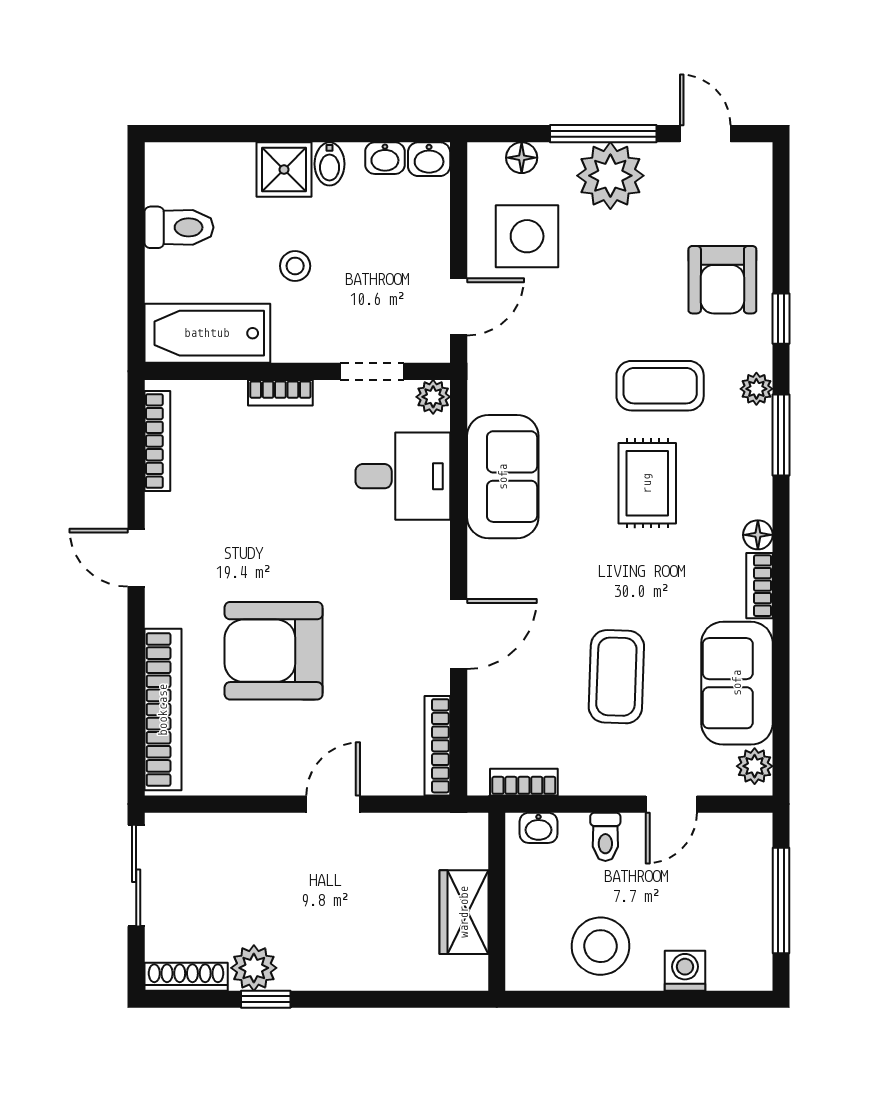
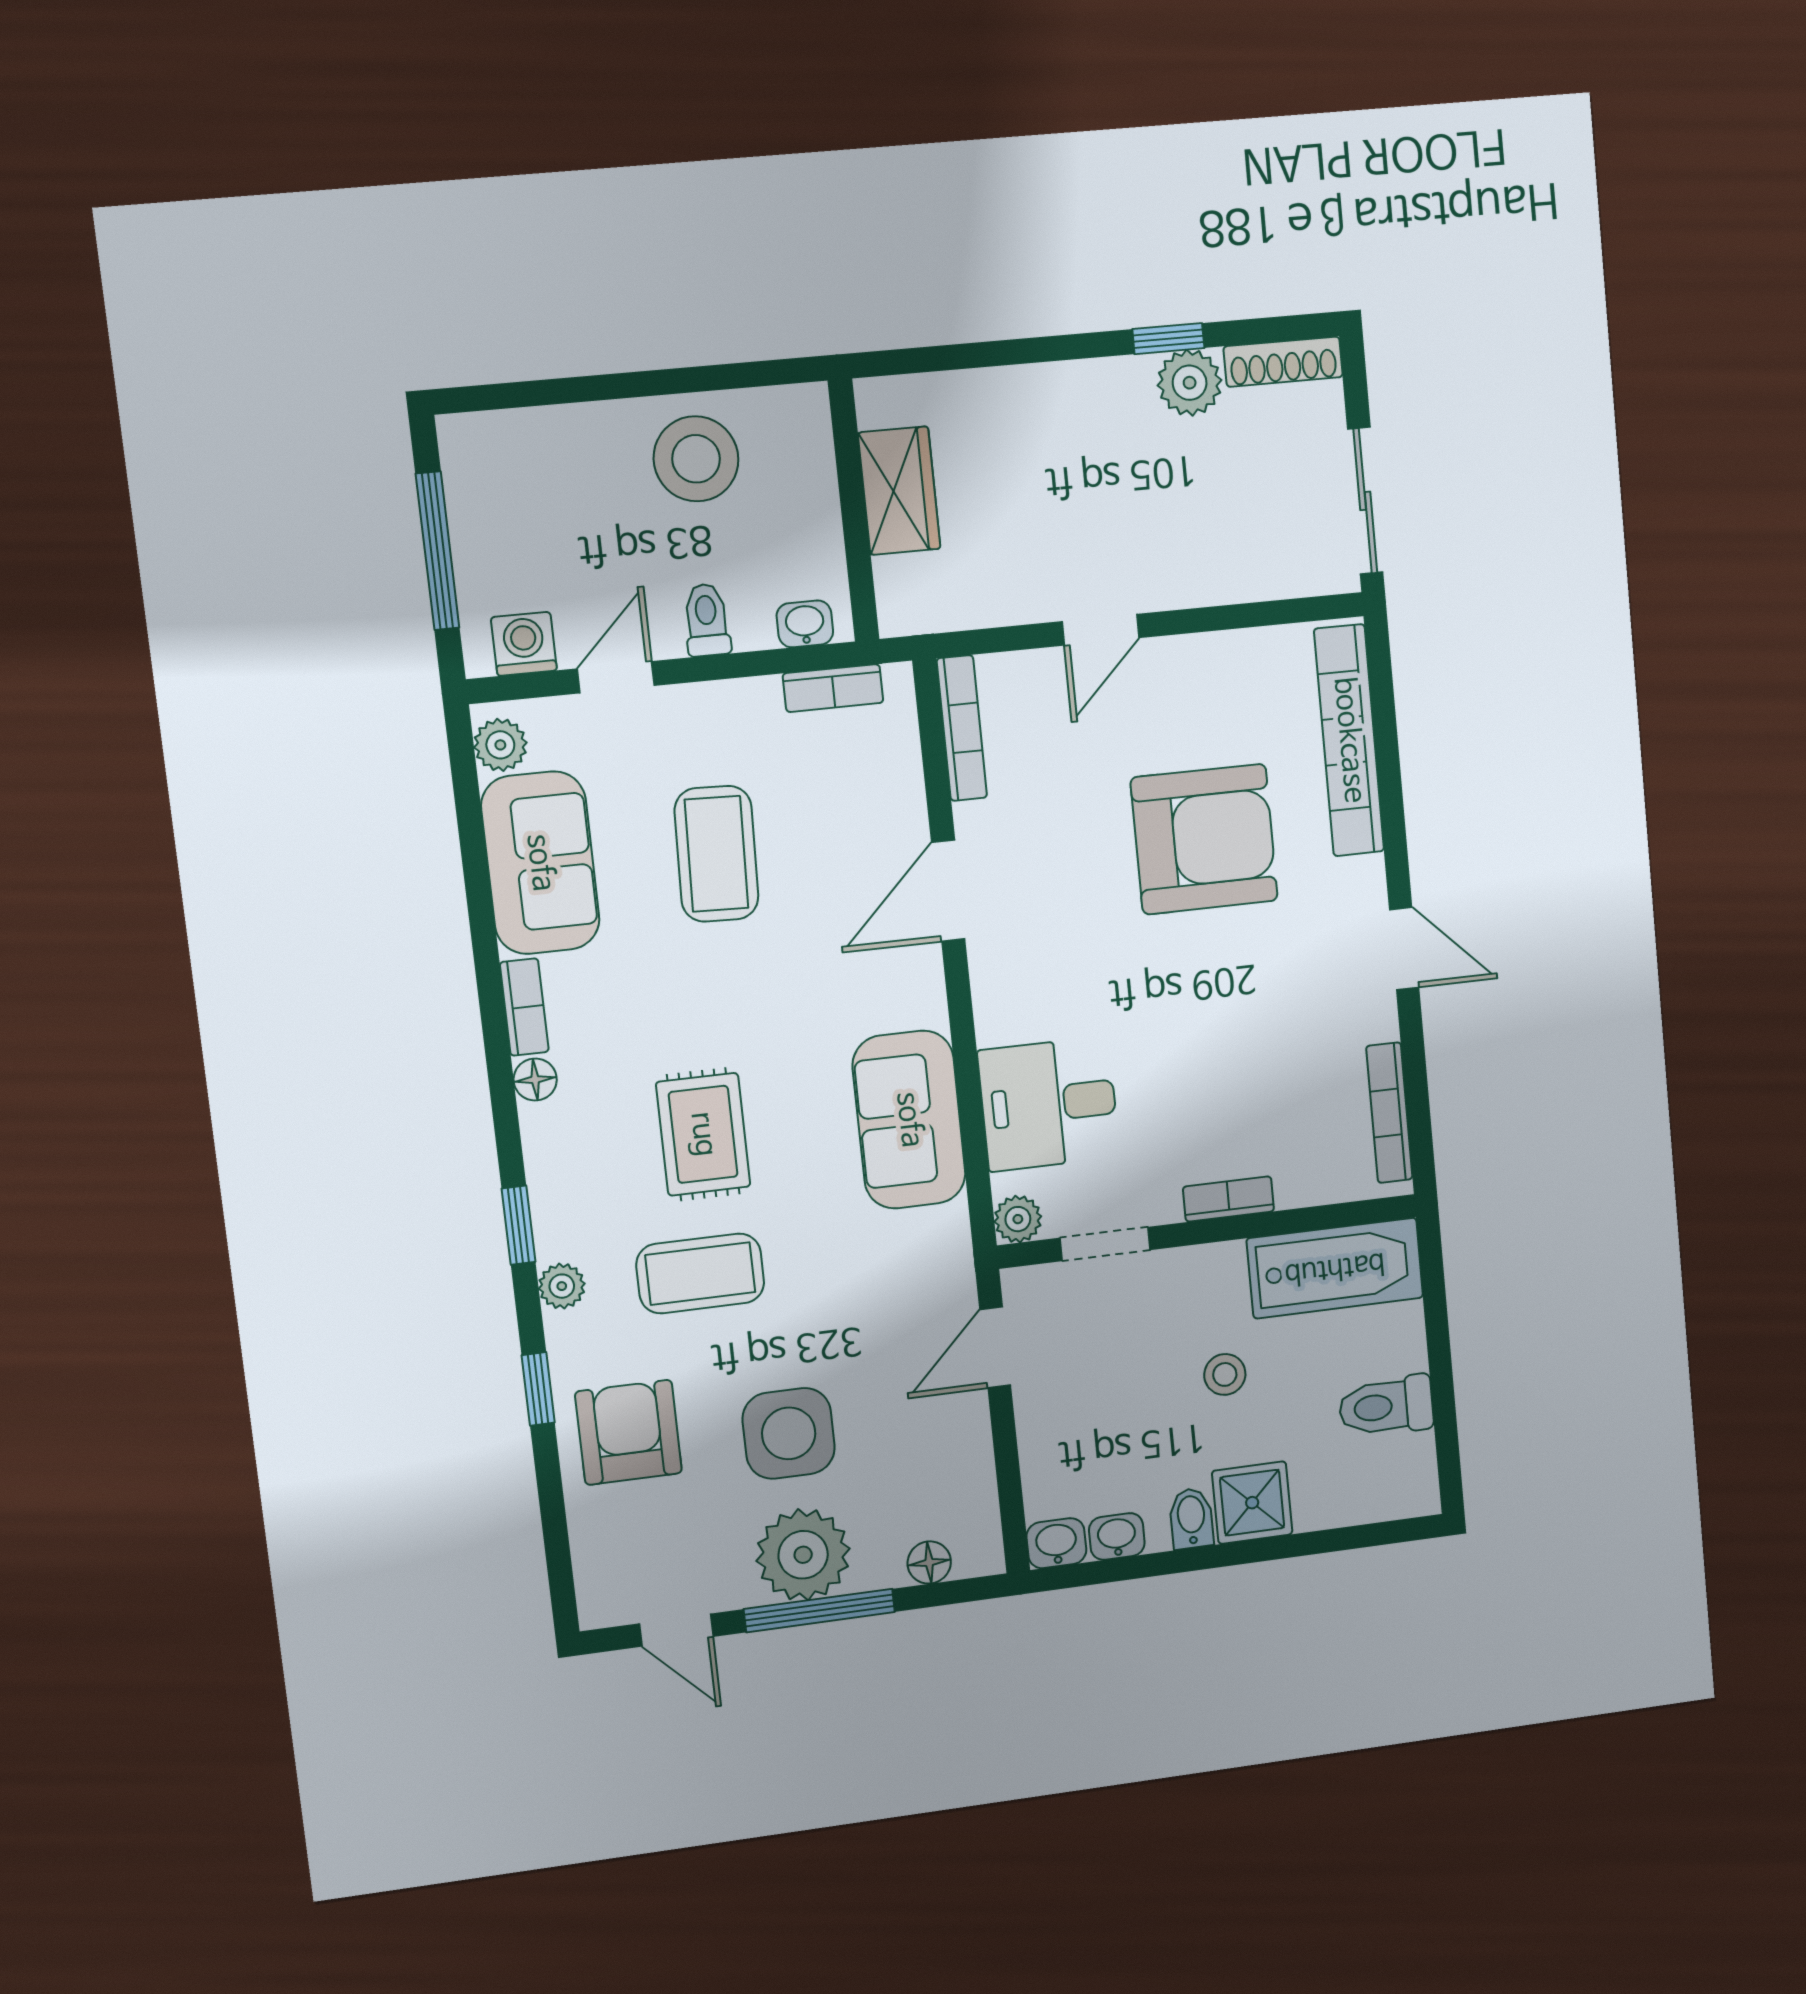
side table: (527, 236) -> (789, 1433), moved
window: (781, 435) -> (519, 1225), width x0.67
washing machine: (685, 971) -> (524, 644), moved, turned 180

